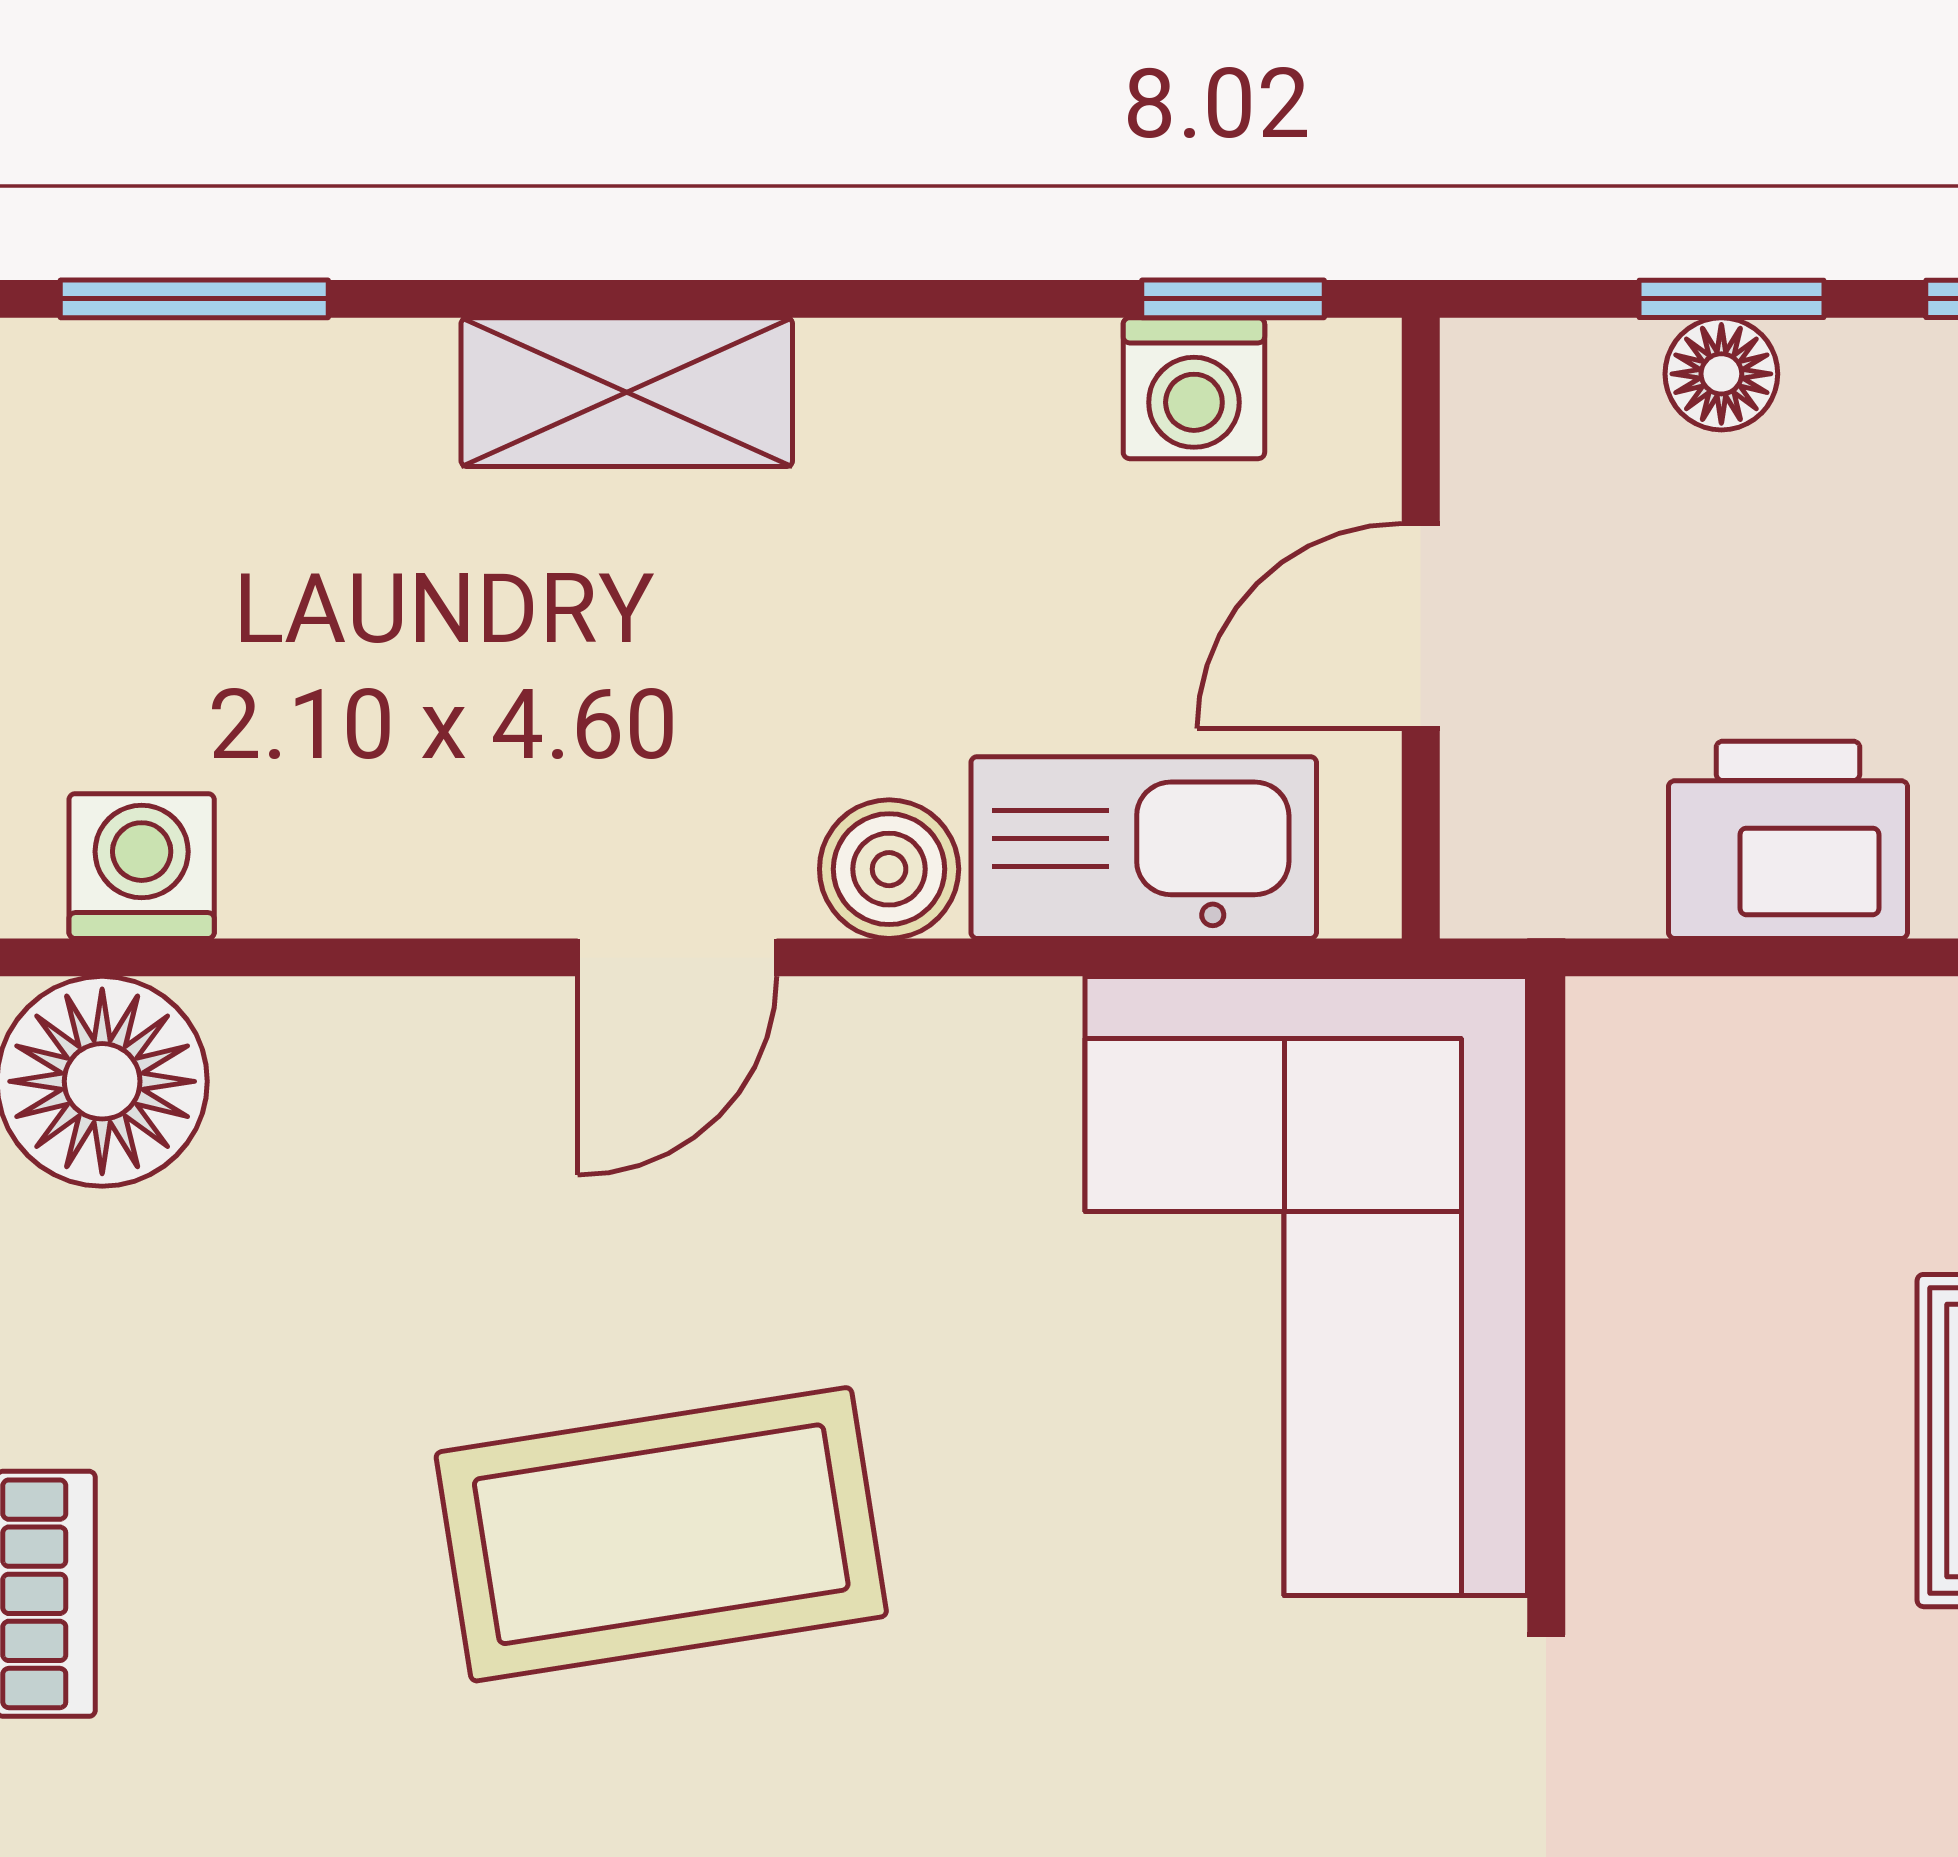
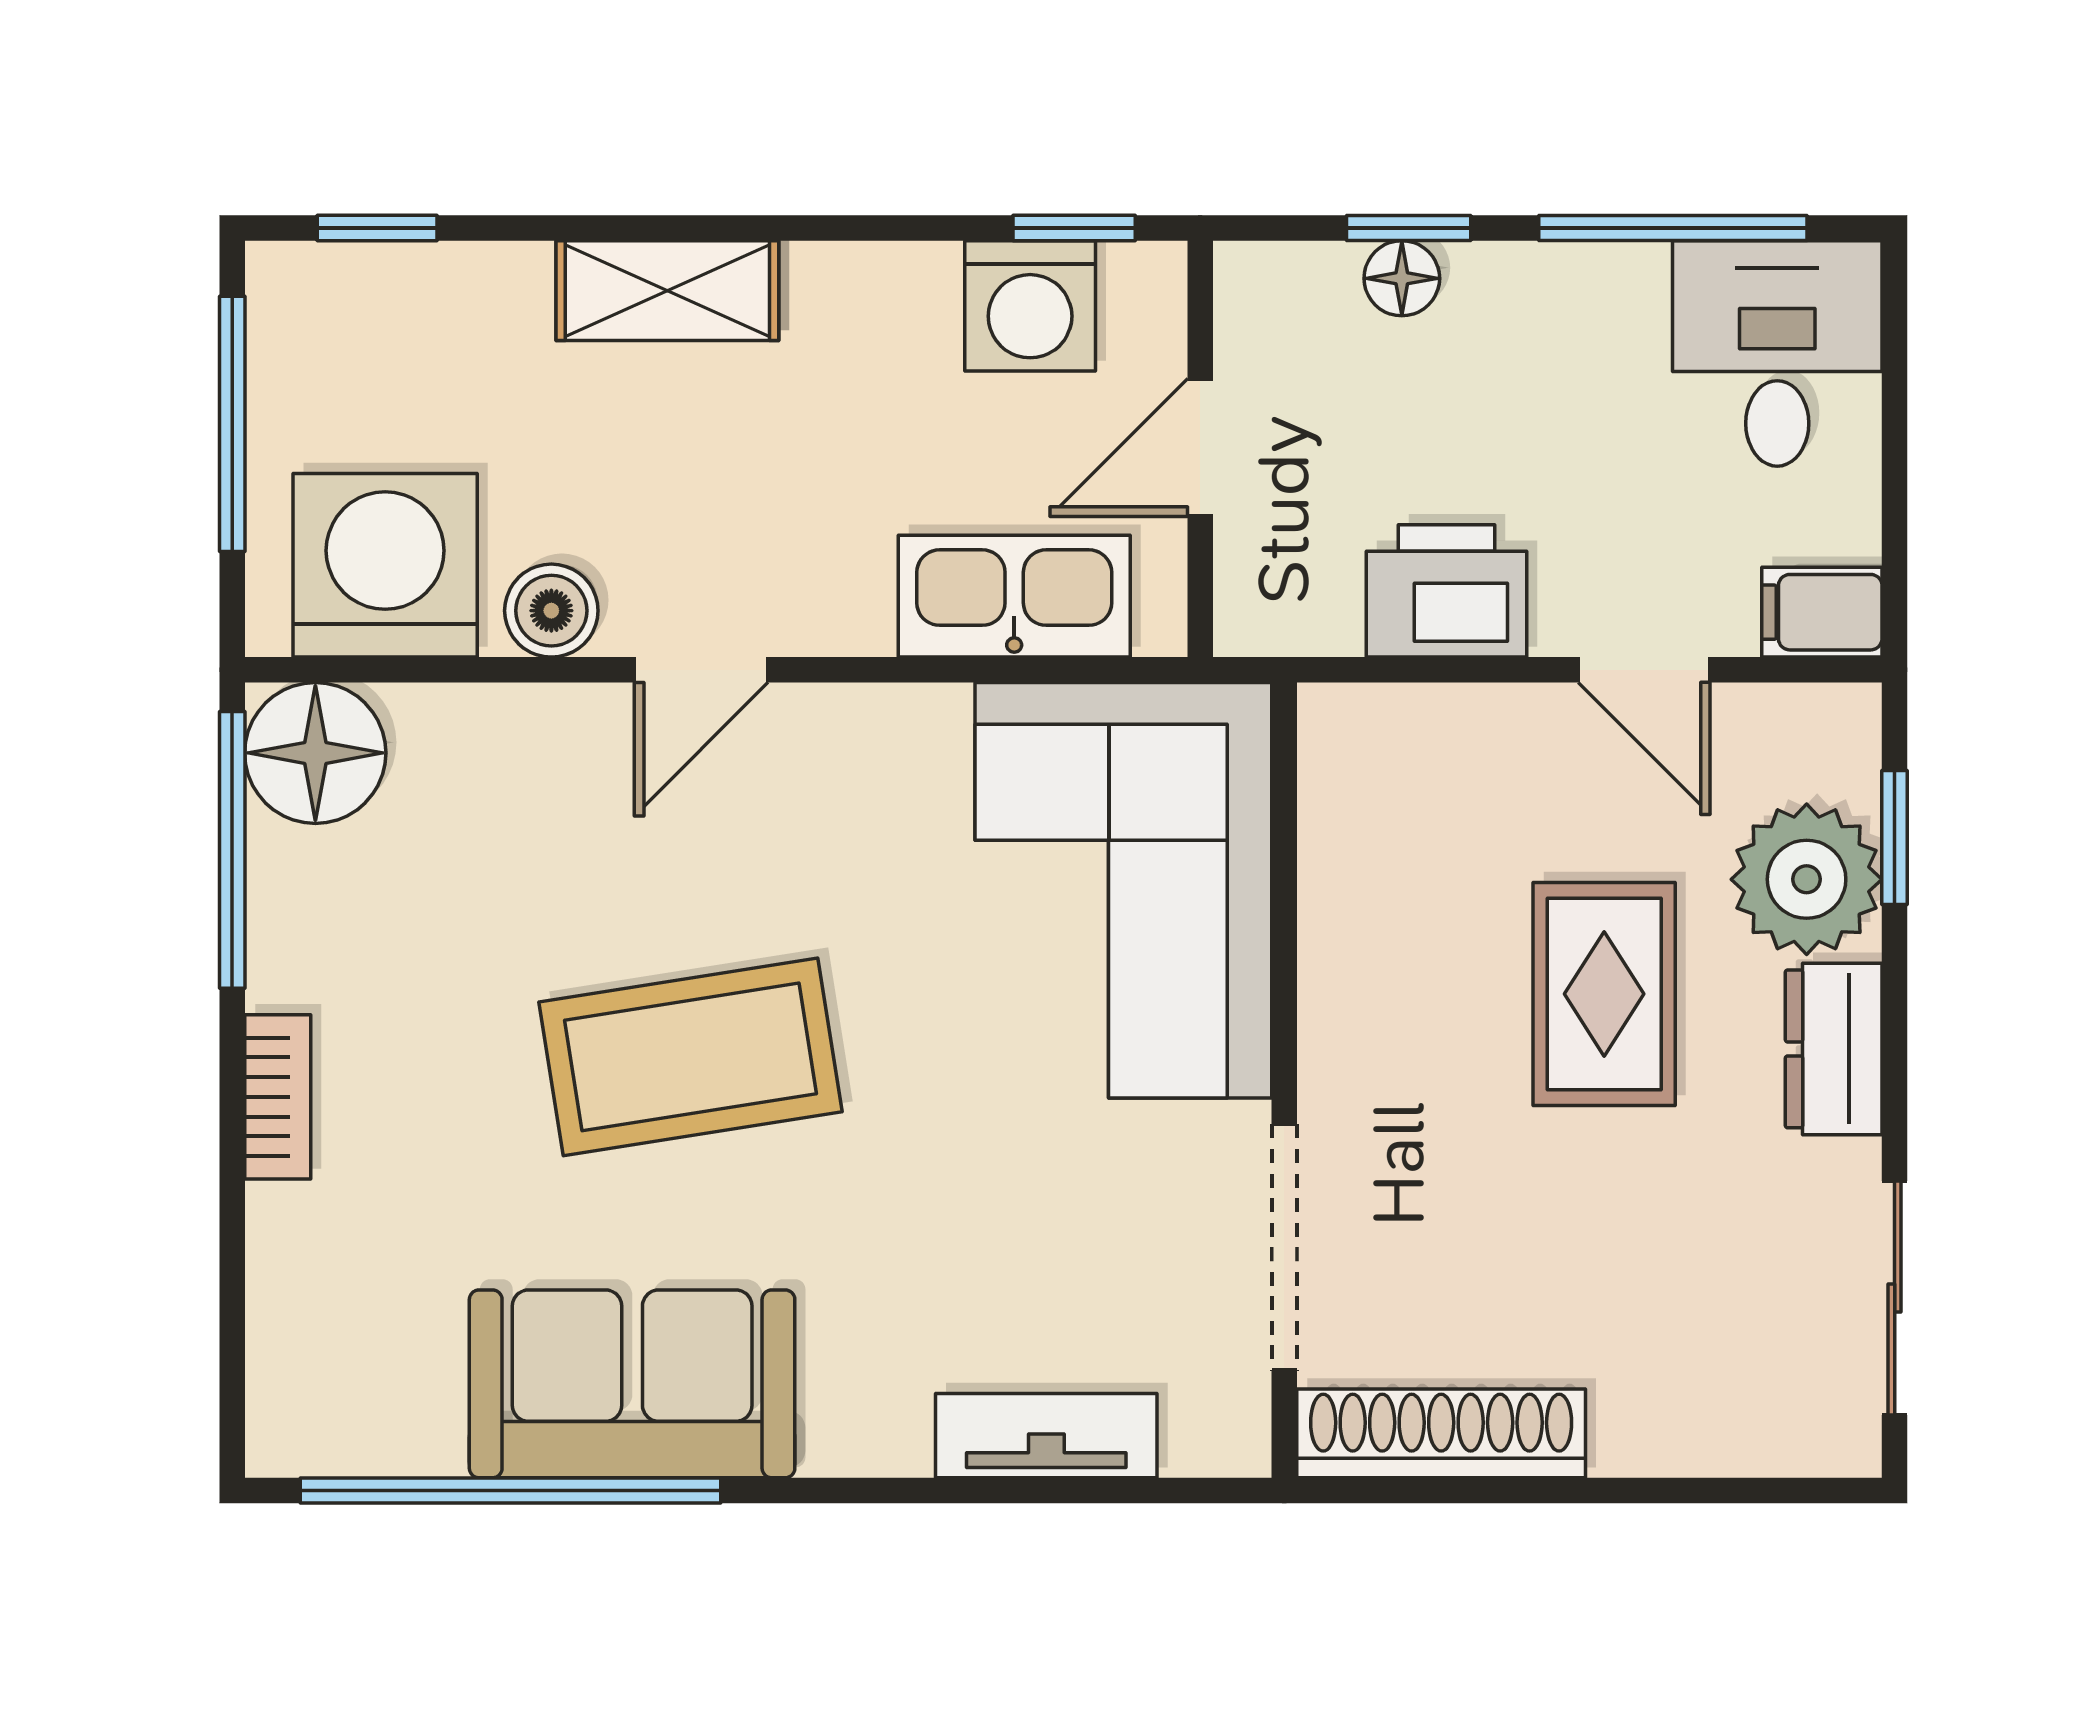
window: (194, 299) -> (377, 228), width x0.67
washing machine: (1194, 388) -> (1030, 306), width x1.38, depth x1.38
washing machine: (142, 866) -> (385, 565), width x1.89, depth x1.89
boiler: (889, 869) -> (551, 611), moved

